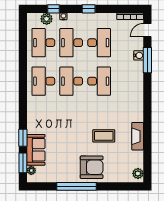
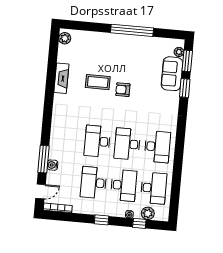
desk: (71, 81) -> (127, 144), turned 180
armchair: (92, 167) -> (123, 90), moved, width x0.53, depth x0.53

